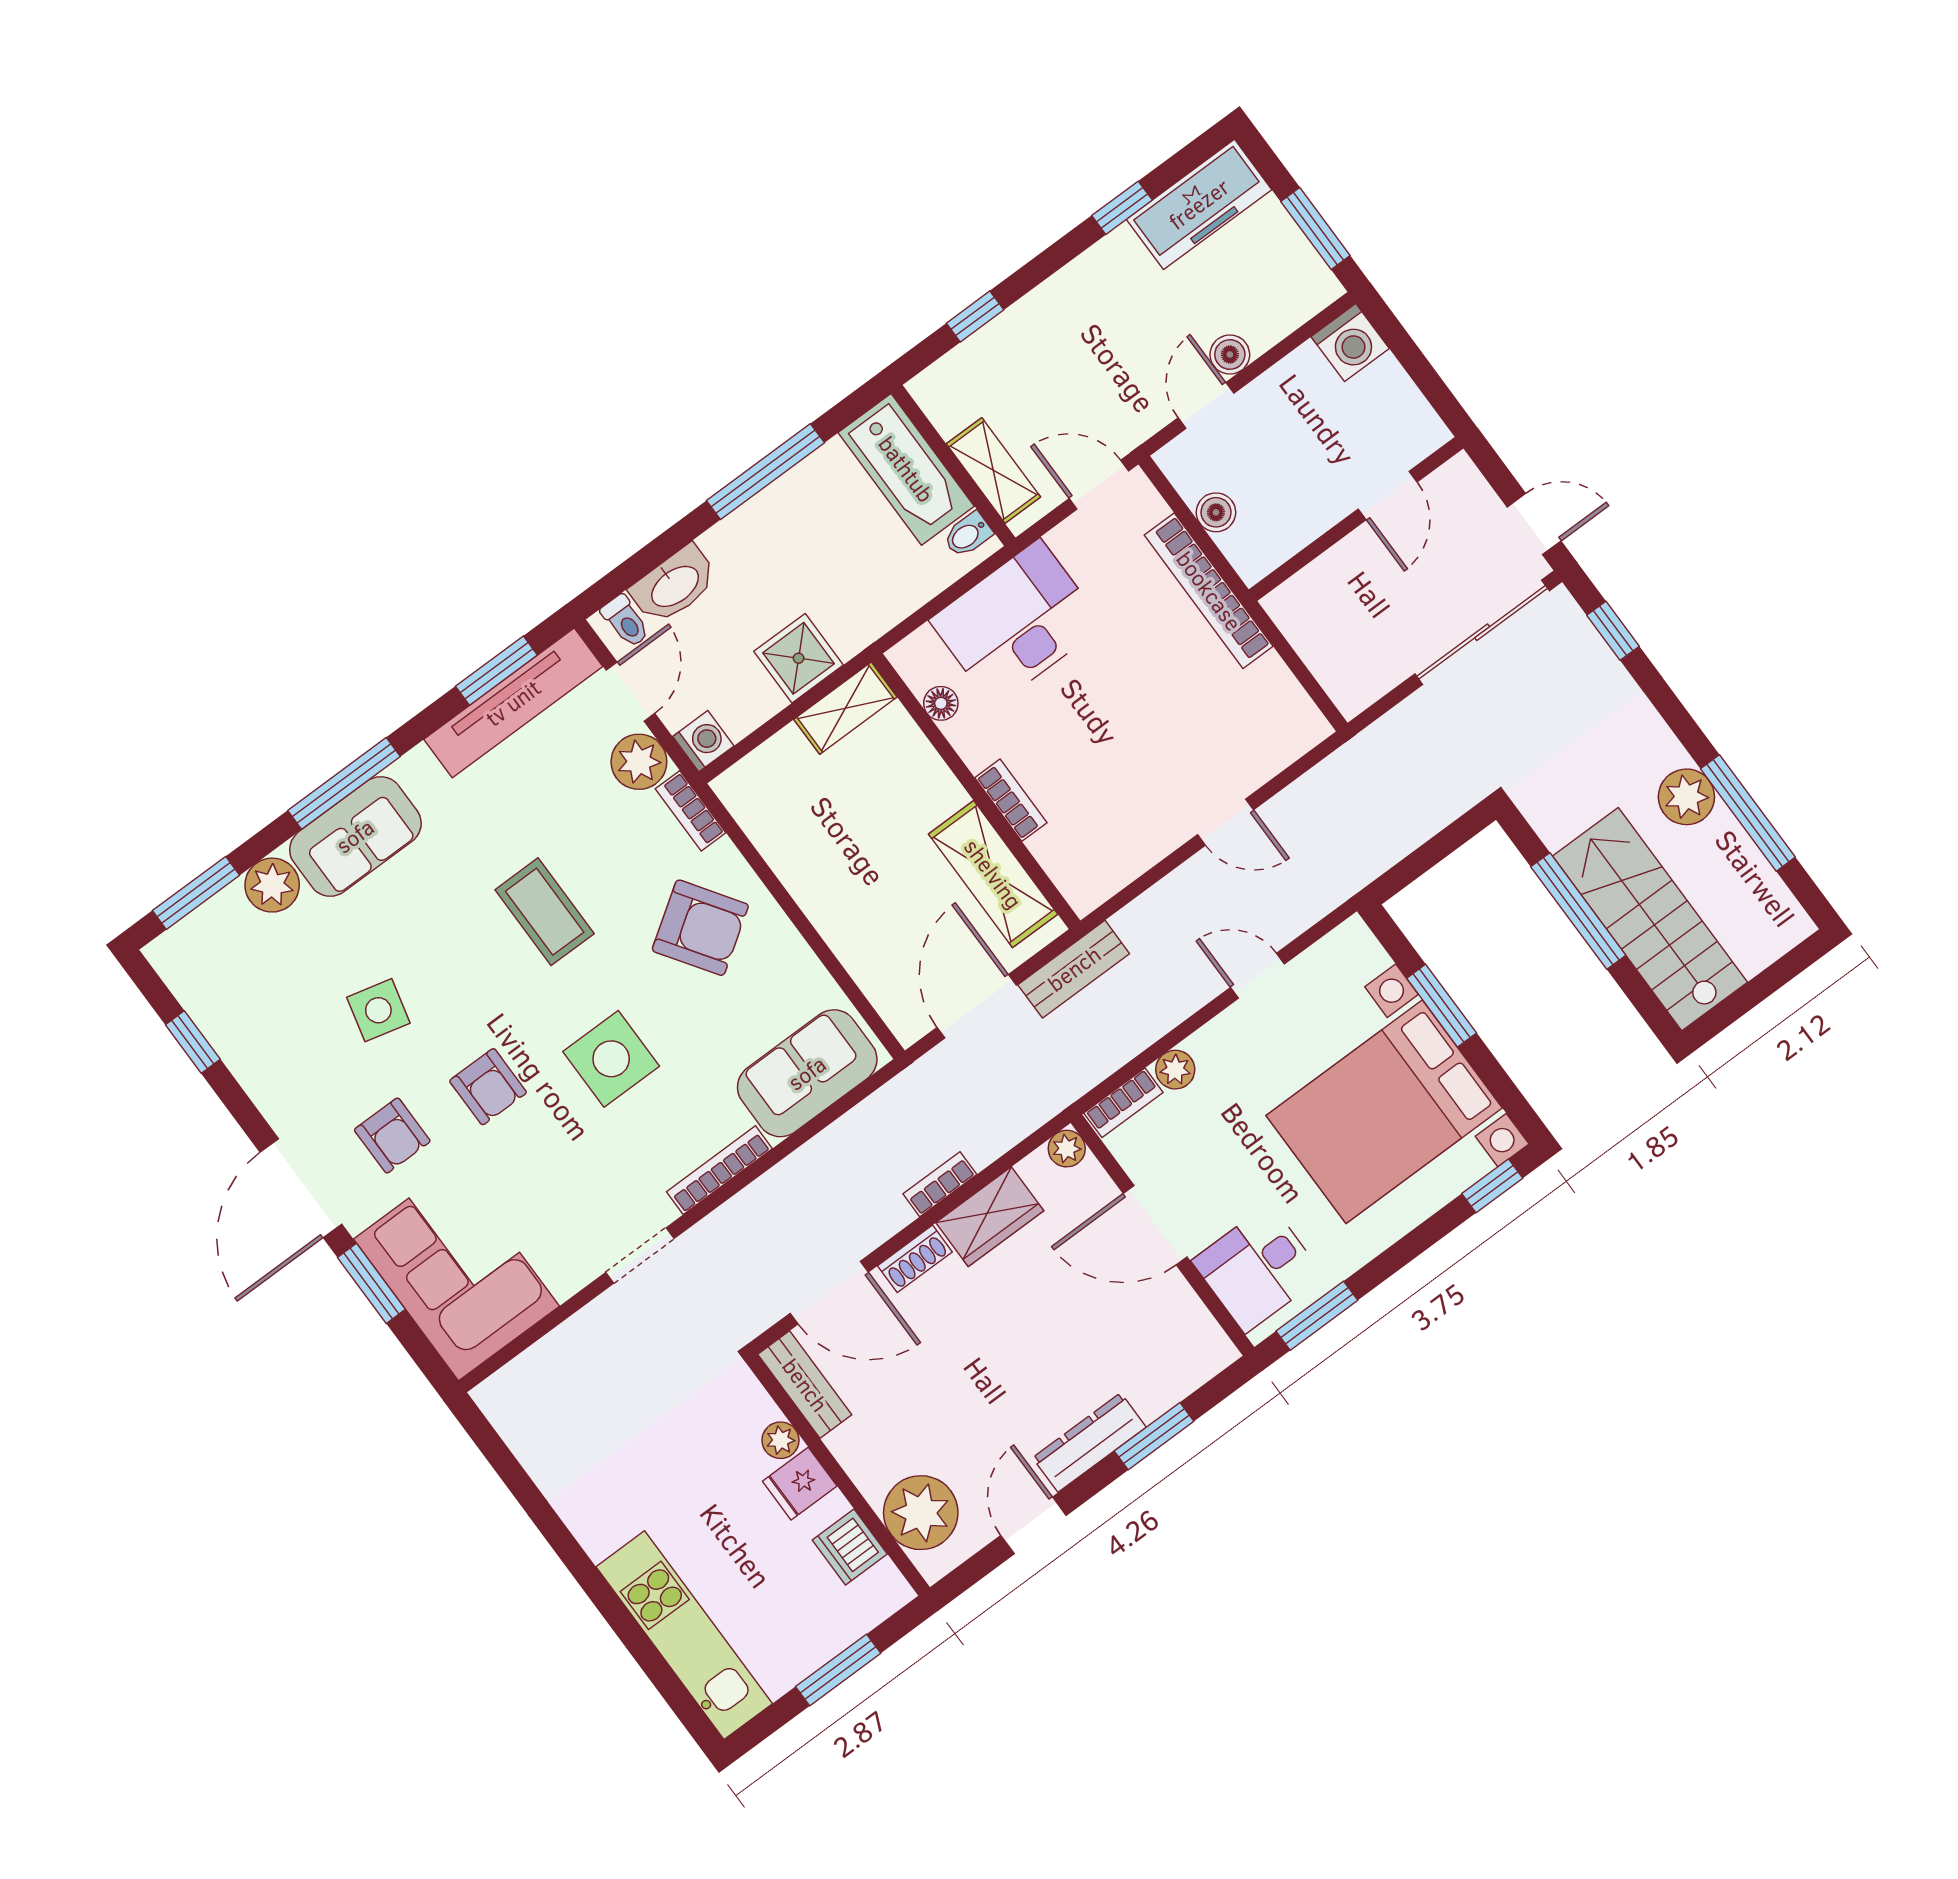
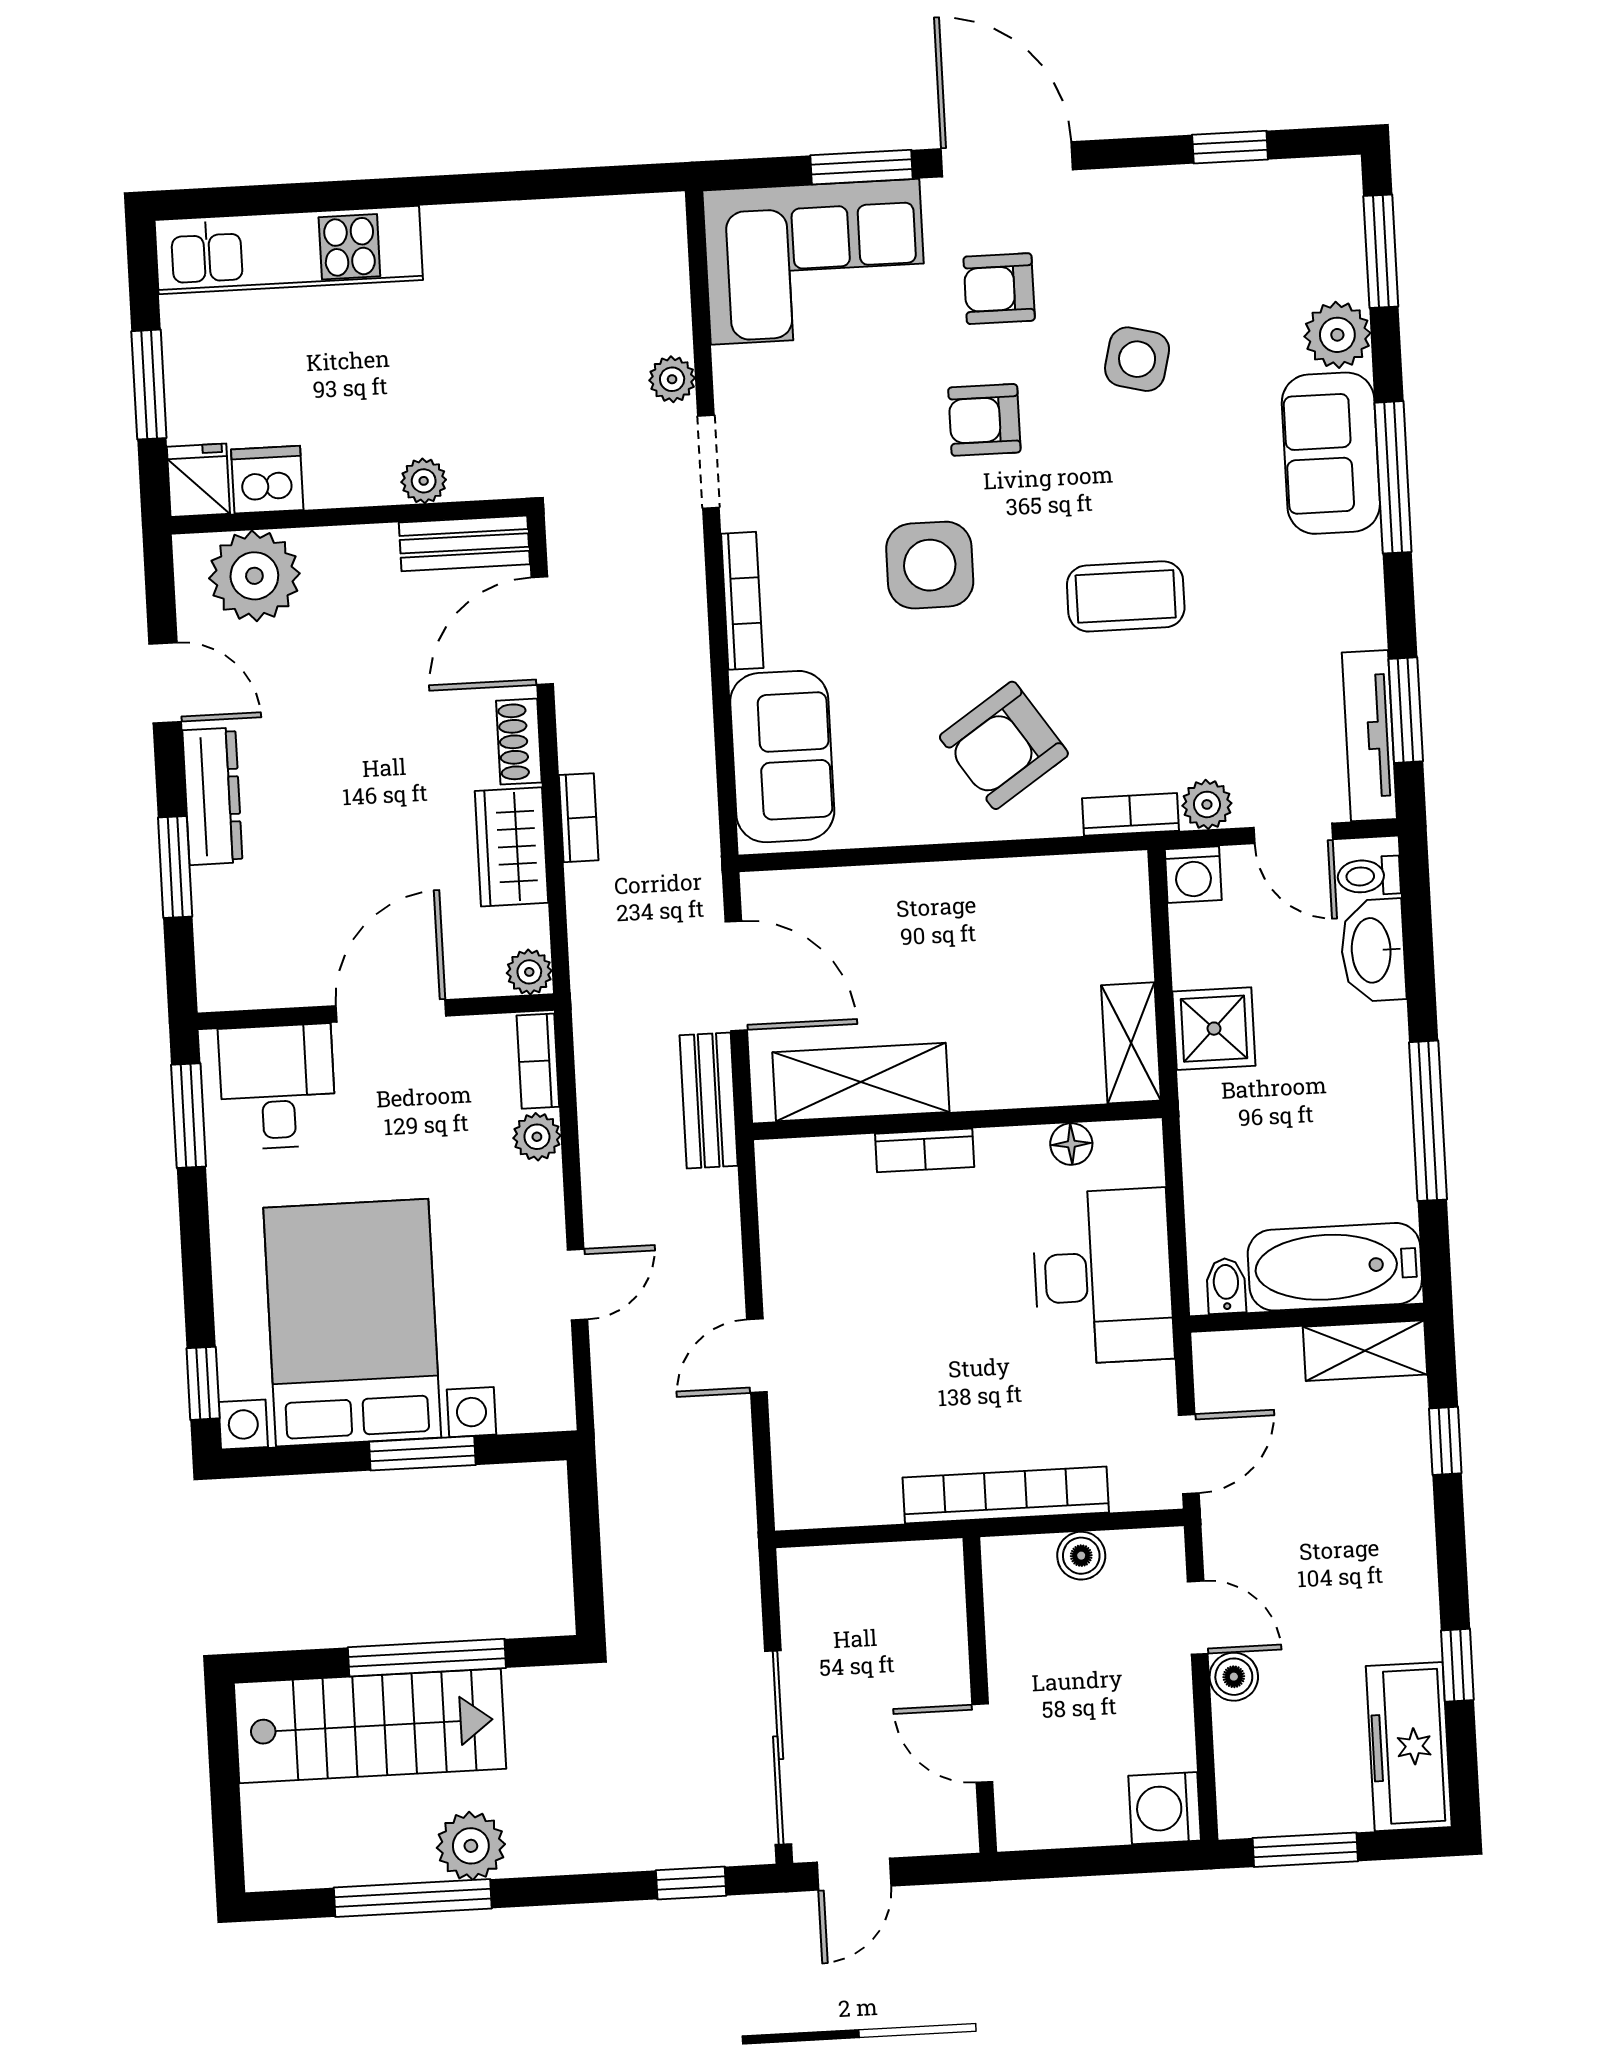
shelving: (993, 470) -> (1365, 1351), moved
tv unit: (513, 703) -> (1369, 736), width x0.73, depth x0.78
plant: (639, 762) -> (1207, 804), width x0.73, depth x0.73
plant: (600, 1317) -> (672, 379), added
fridge: (800, 1484) -> (198, 480), moved

